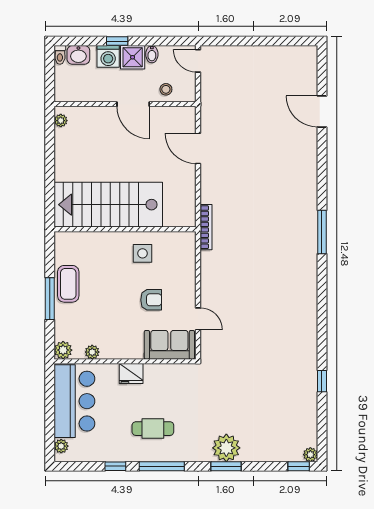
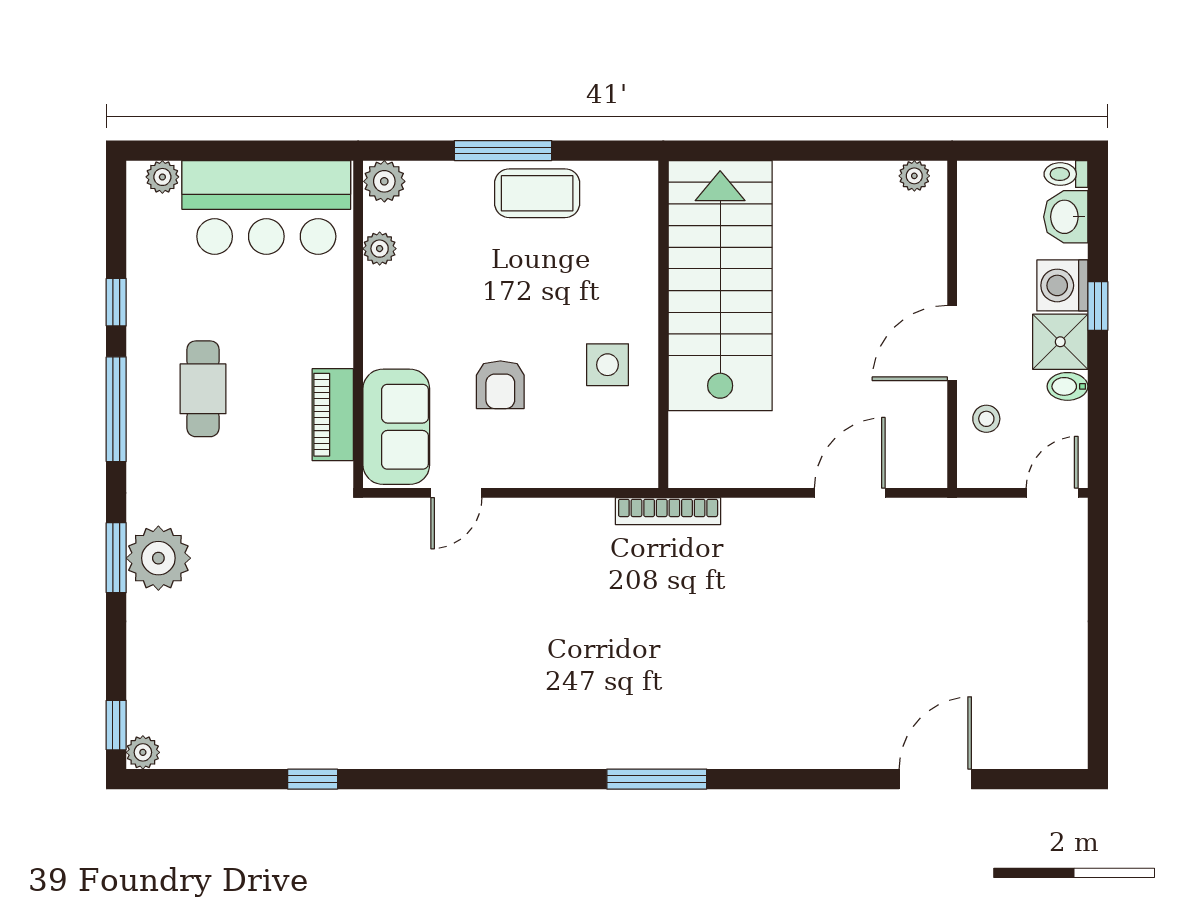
piano: (164, 372) -> (333, 415), added
fridge: (131, 374) -> (330, 338), removed

